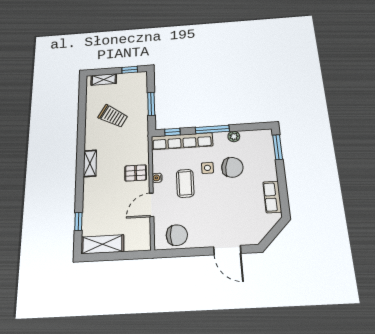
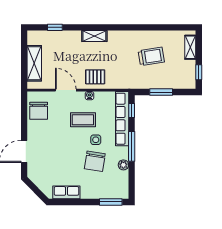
trolley: (113, 116) -> (151, 56), turned -130
shelving: (90, 163) -> (94, 36), moved
pallet: (136, 173) -> (95, 77), turned 90
shelving: (102, 244) -> (34, 63), moved

